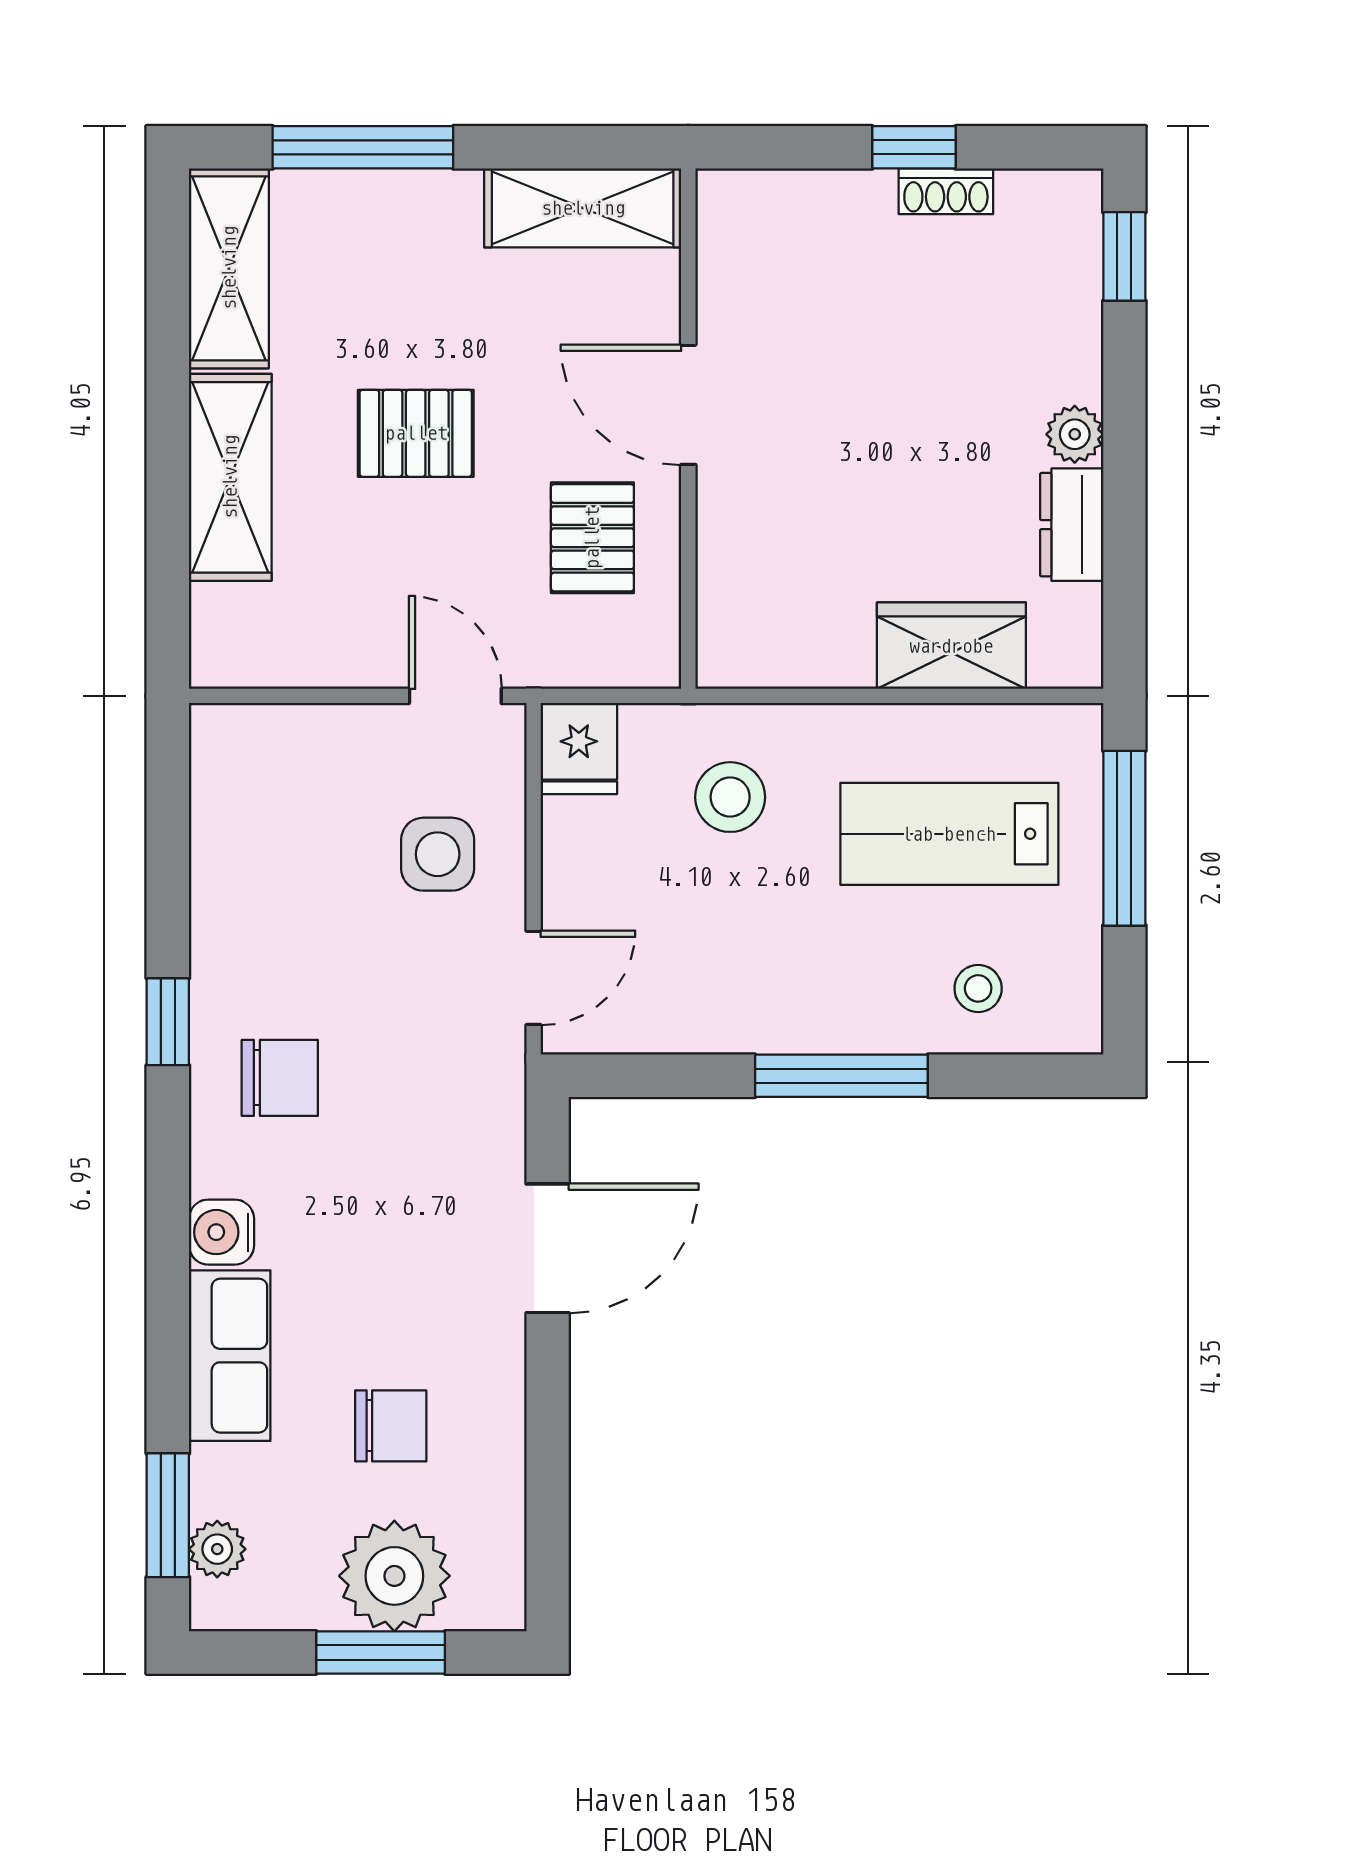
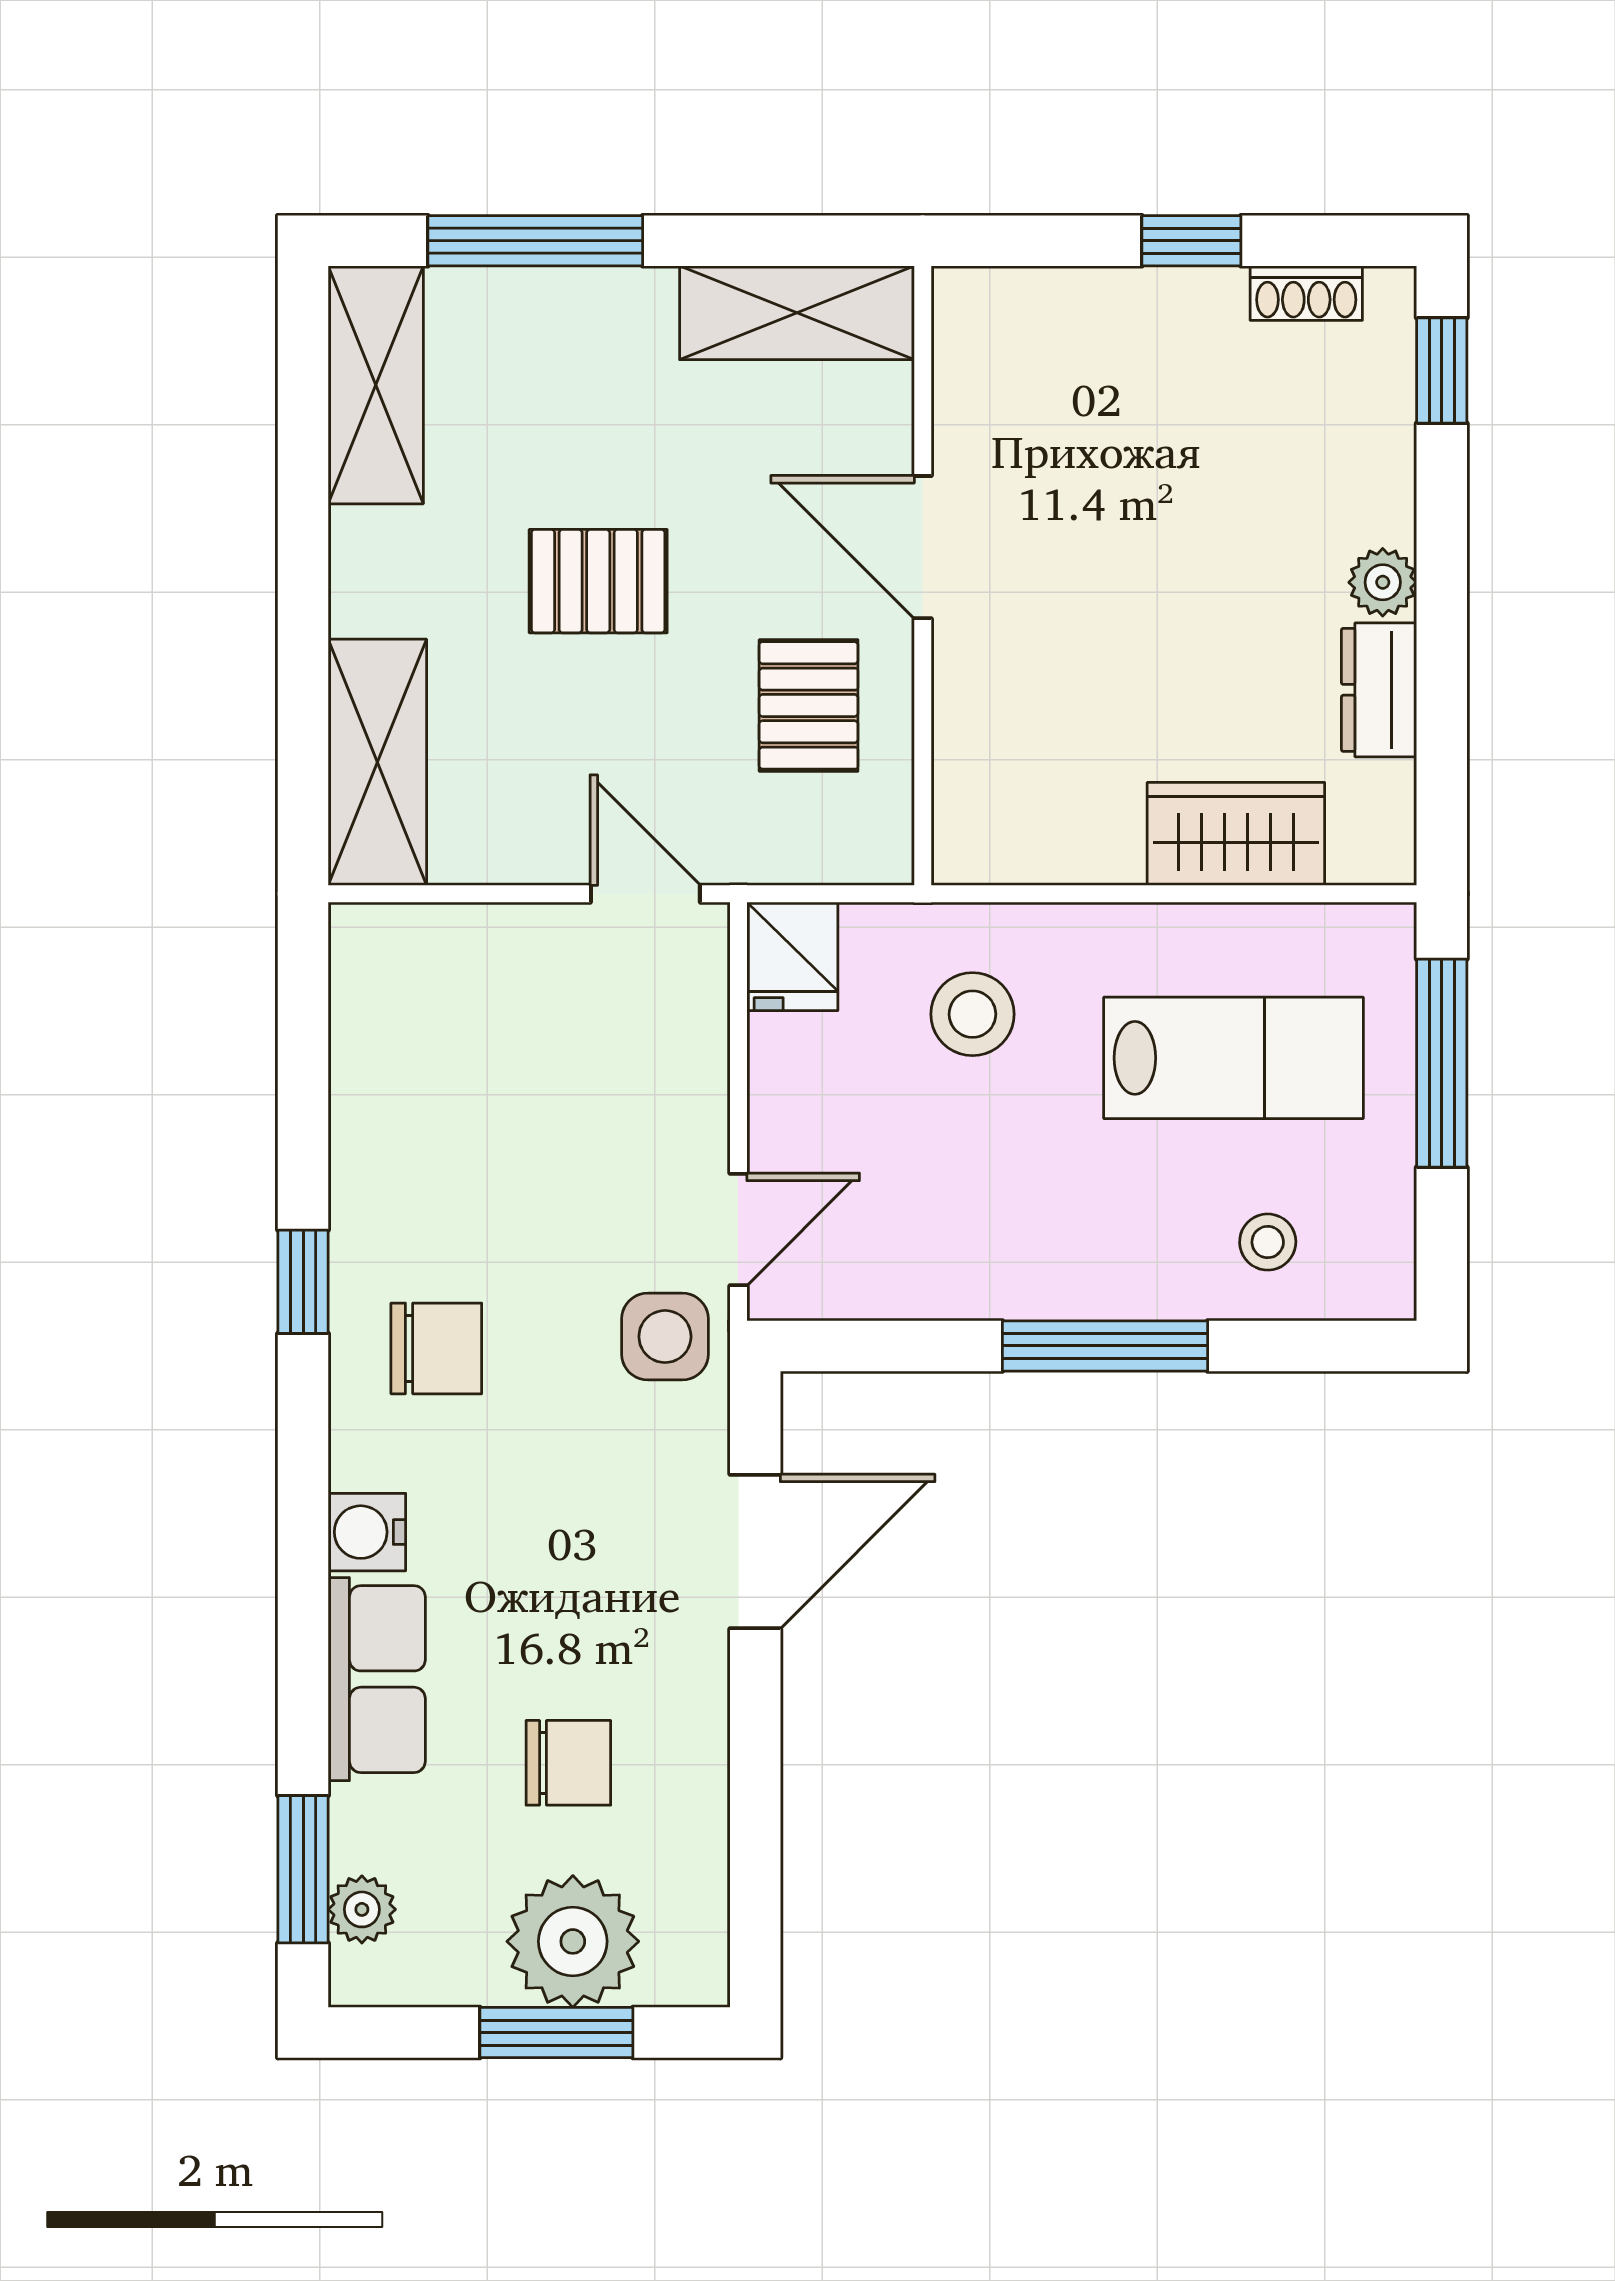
shoe rack: (946, 191) -> (1306, 293), moved
shelving: (230, 477) -> (377, 762), moved
lab bench: (949, 834) -> (1234, 1058), turned 180
side table: (438, 854) -> (665, 1337), moved

